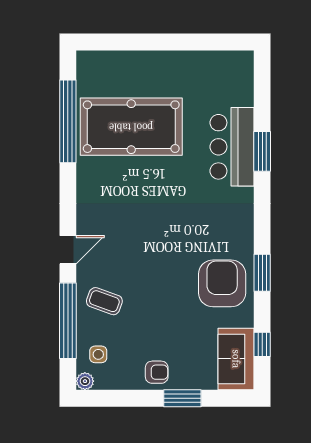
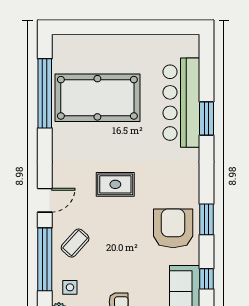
bar counter: (232, 147) -> (181, 103), width x1.36
rug: (153, 231) -> (115, 184), added
coffee table: (104, 301) -> (75, 243), turned -68

